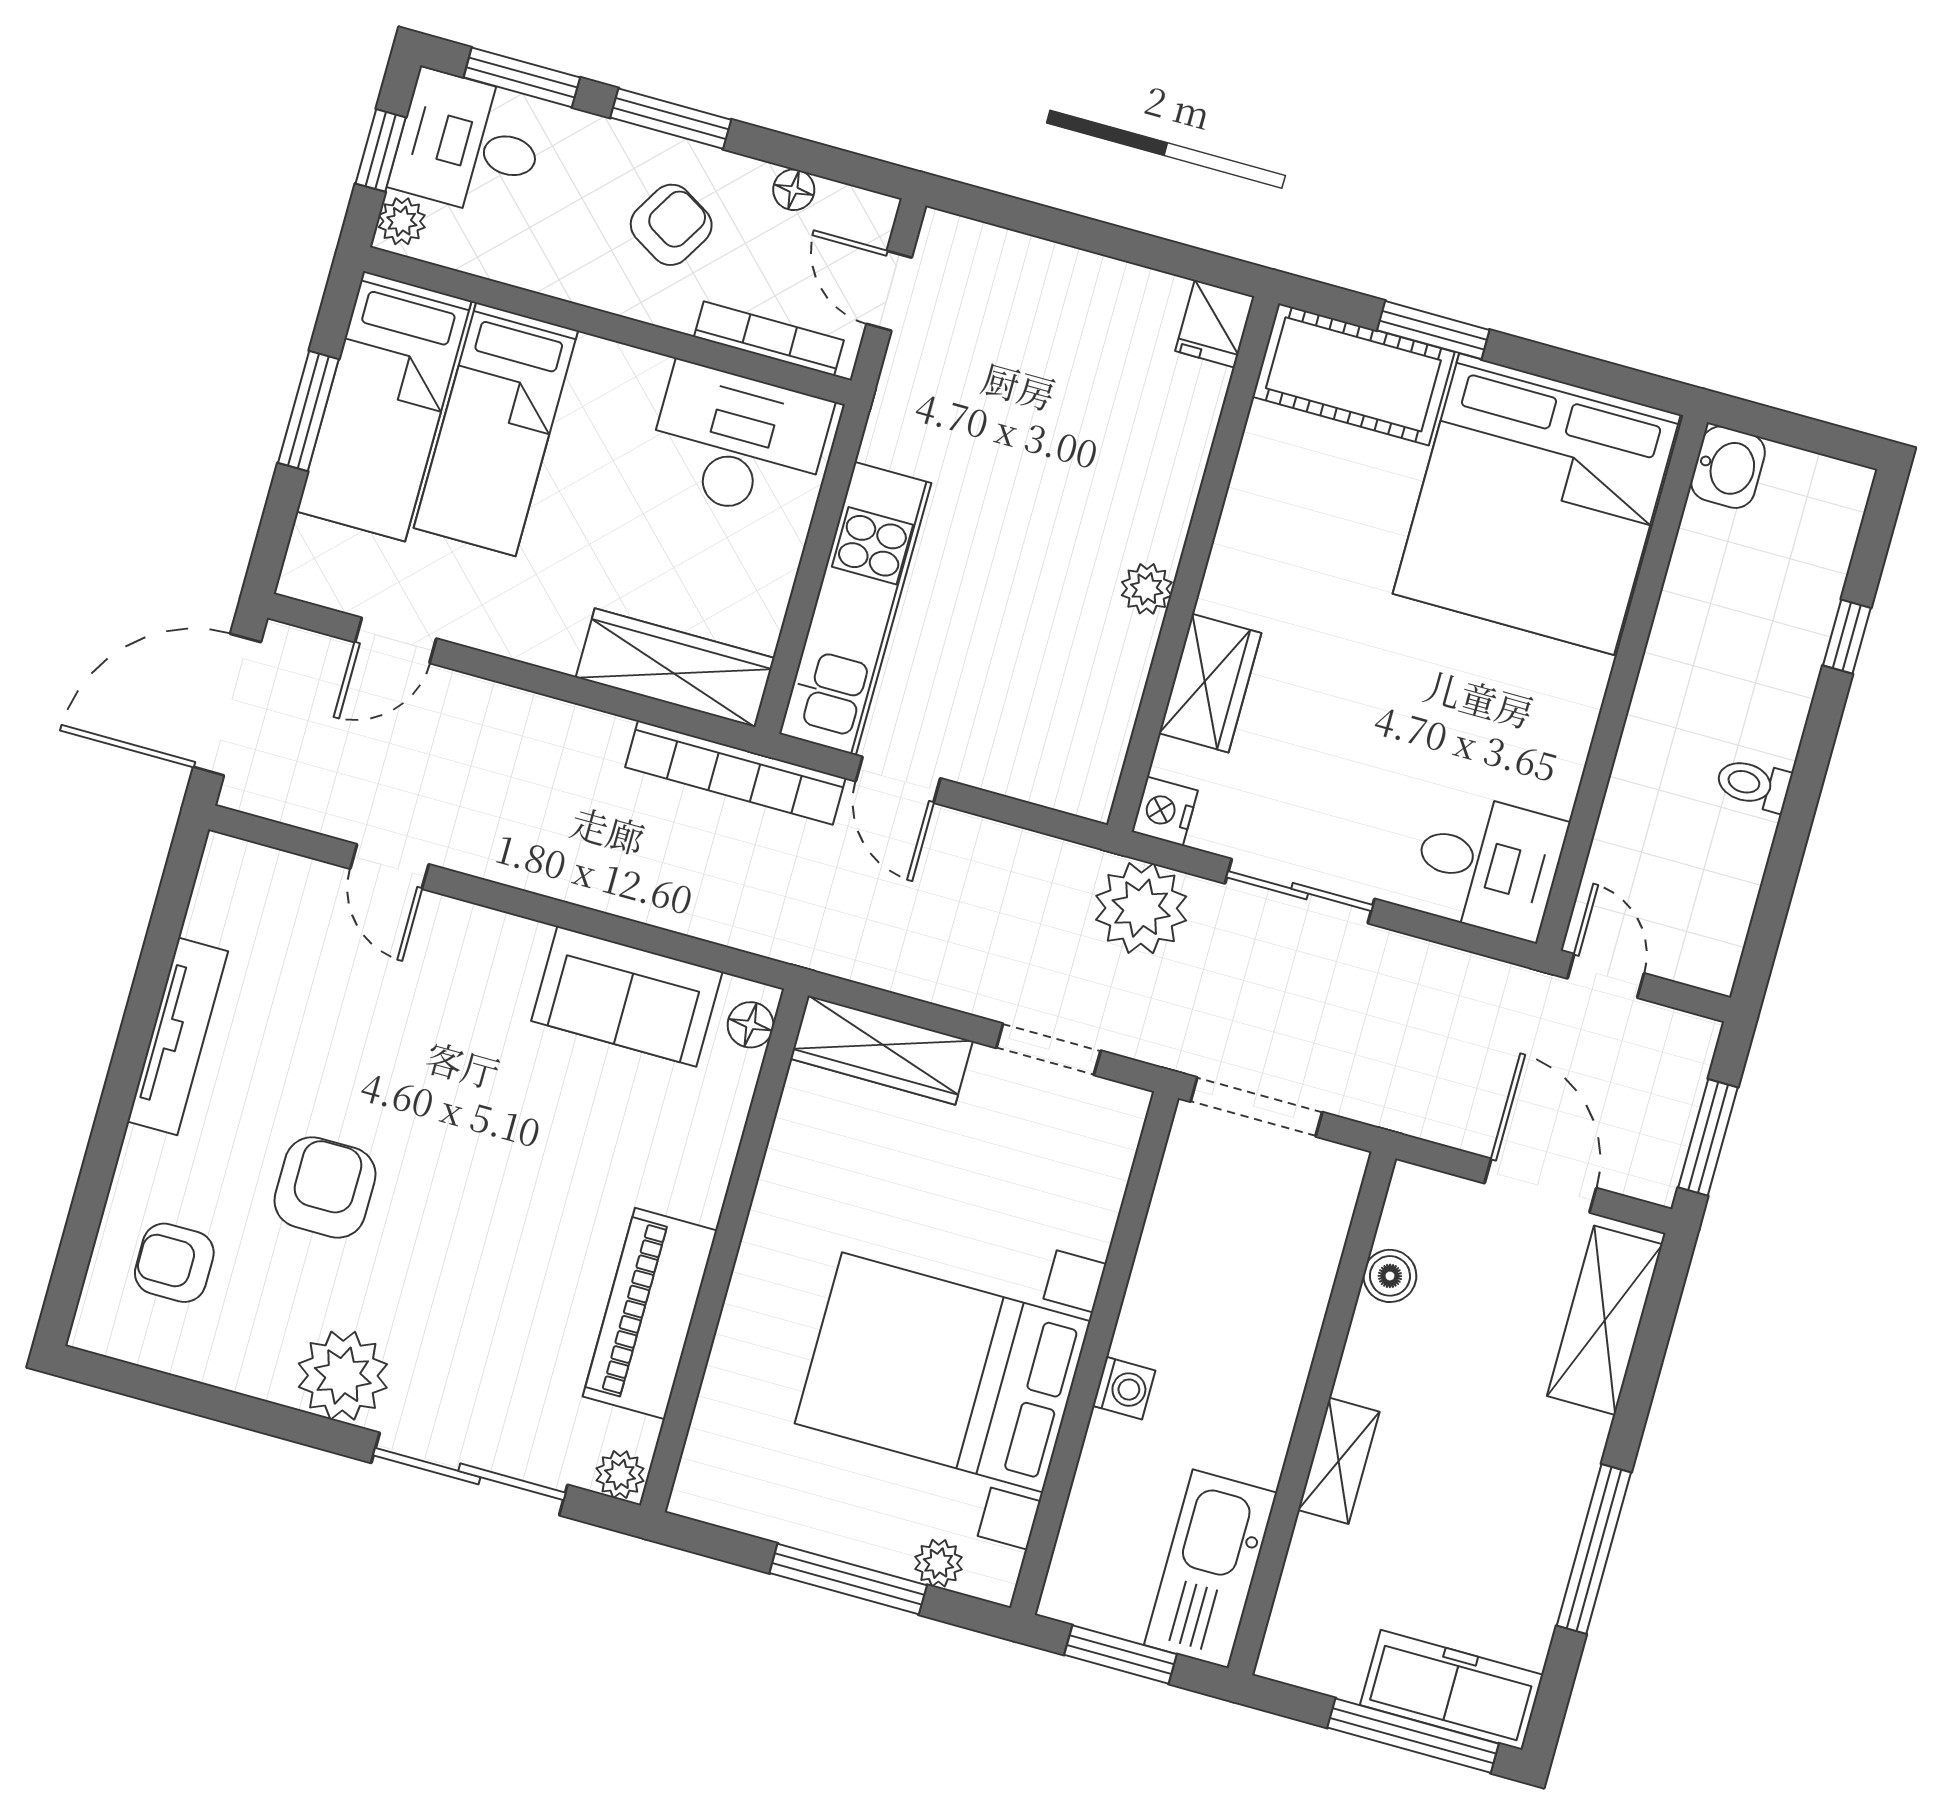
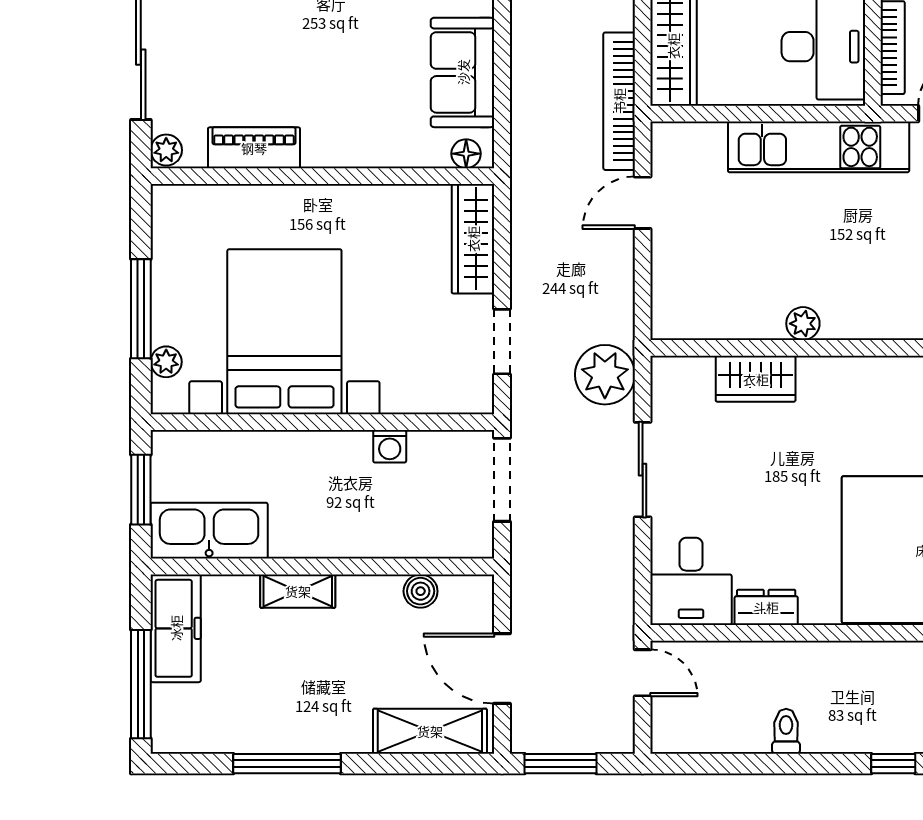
kitchen unit: (855, 608) -> (819, 147), moved
dresser: (1559, 763) -> (766, 607), added
nightstand: (1165, 811) -> (669, 373), removed
door: (1606, 976) -> (643, 673), hinge flipped
door: (1540, 1186) -> (502, 669), swing flipped
piano: (650, 1313) -> (254, 148), width x0.73, depth x0.75
washing machine: (1124, 1388) -> (390, 446), moved
freezer: (1452, 1690) -> (176, 628), moved

